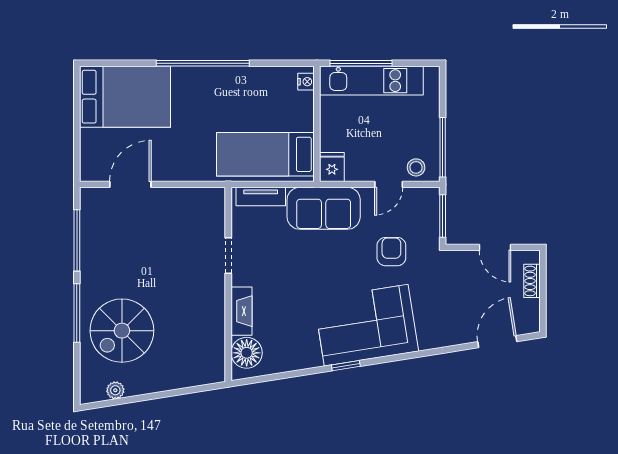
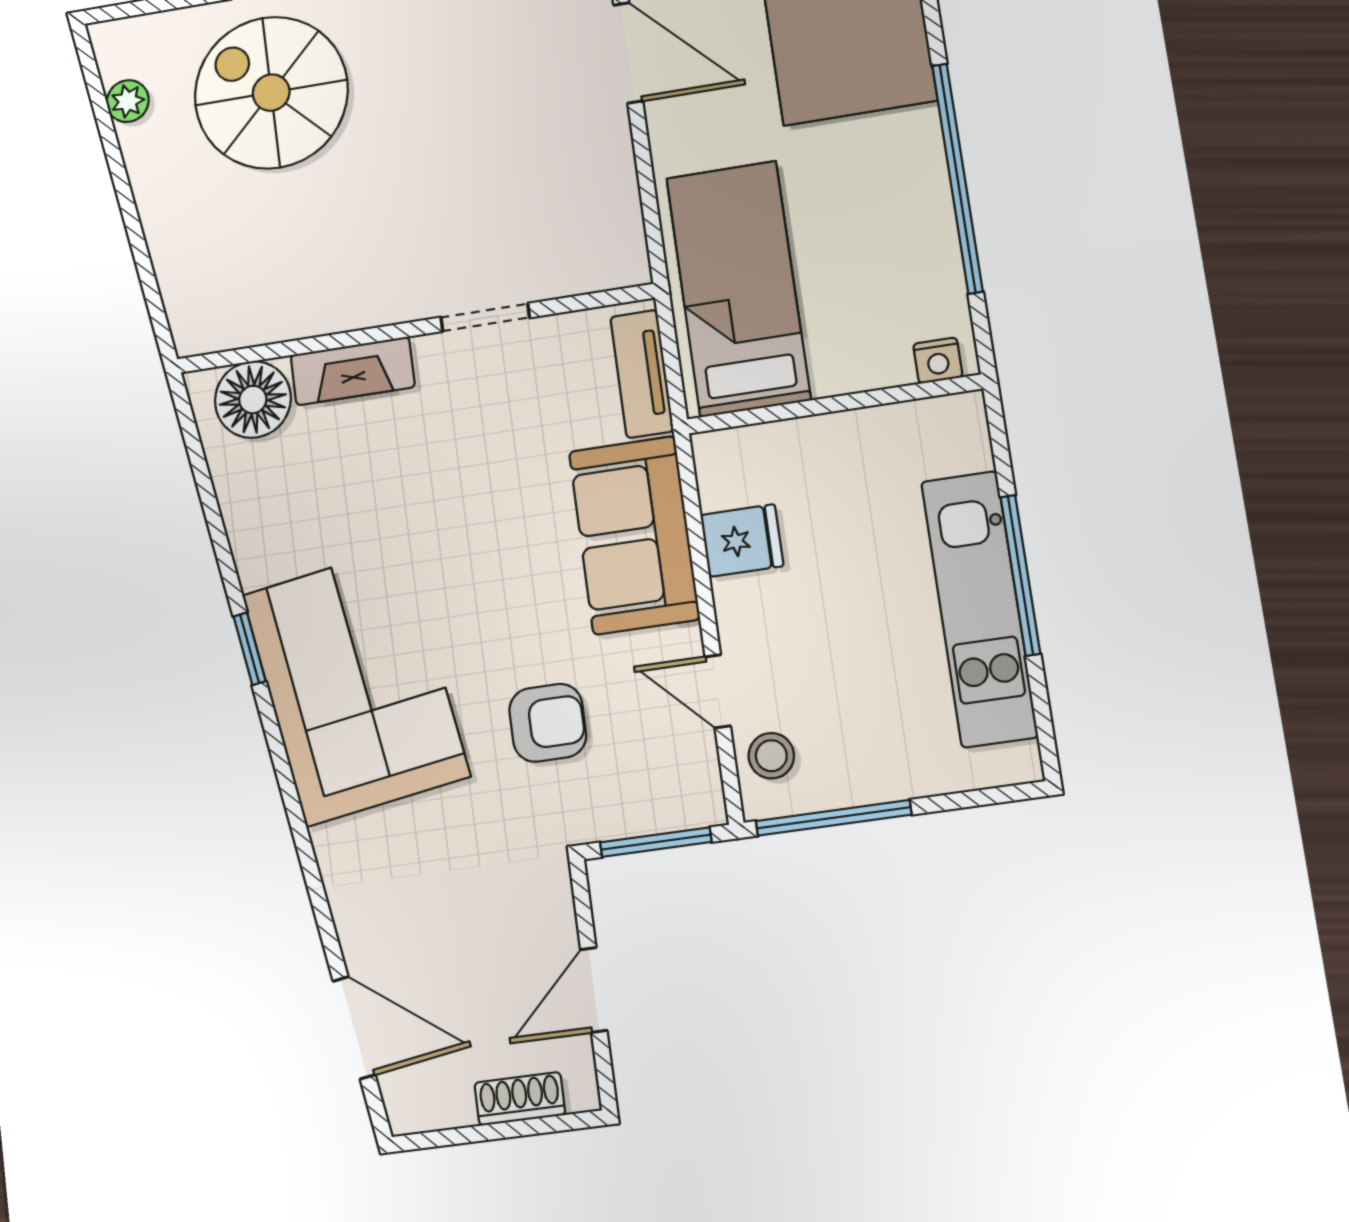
nightstand: (306, 82) -> (938, 360), moved
wall: (317, 124) -> (834, 404), moved
bed: (265, 154) -> (738, 289), moved

